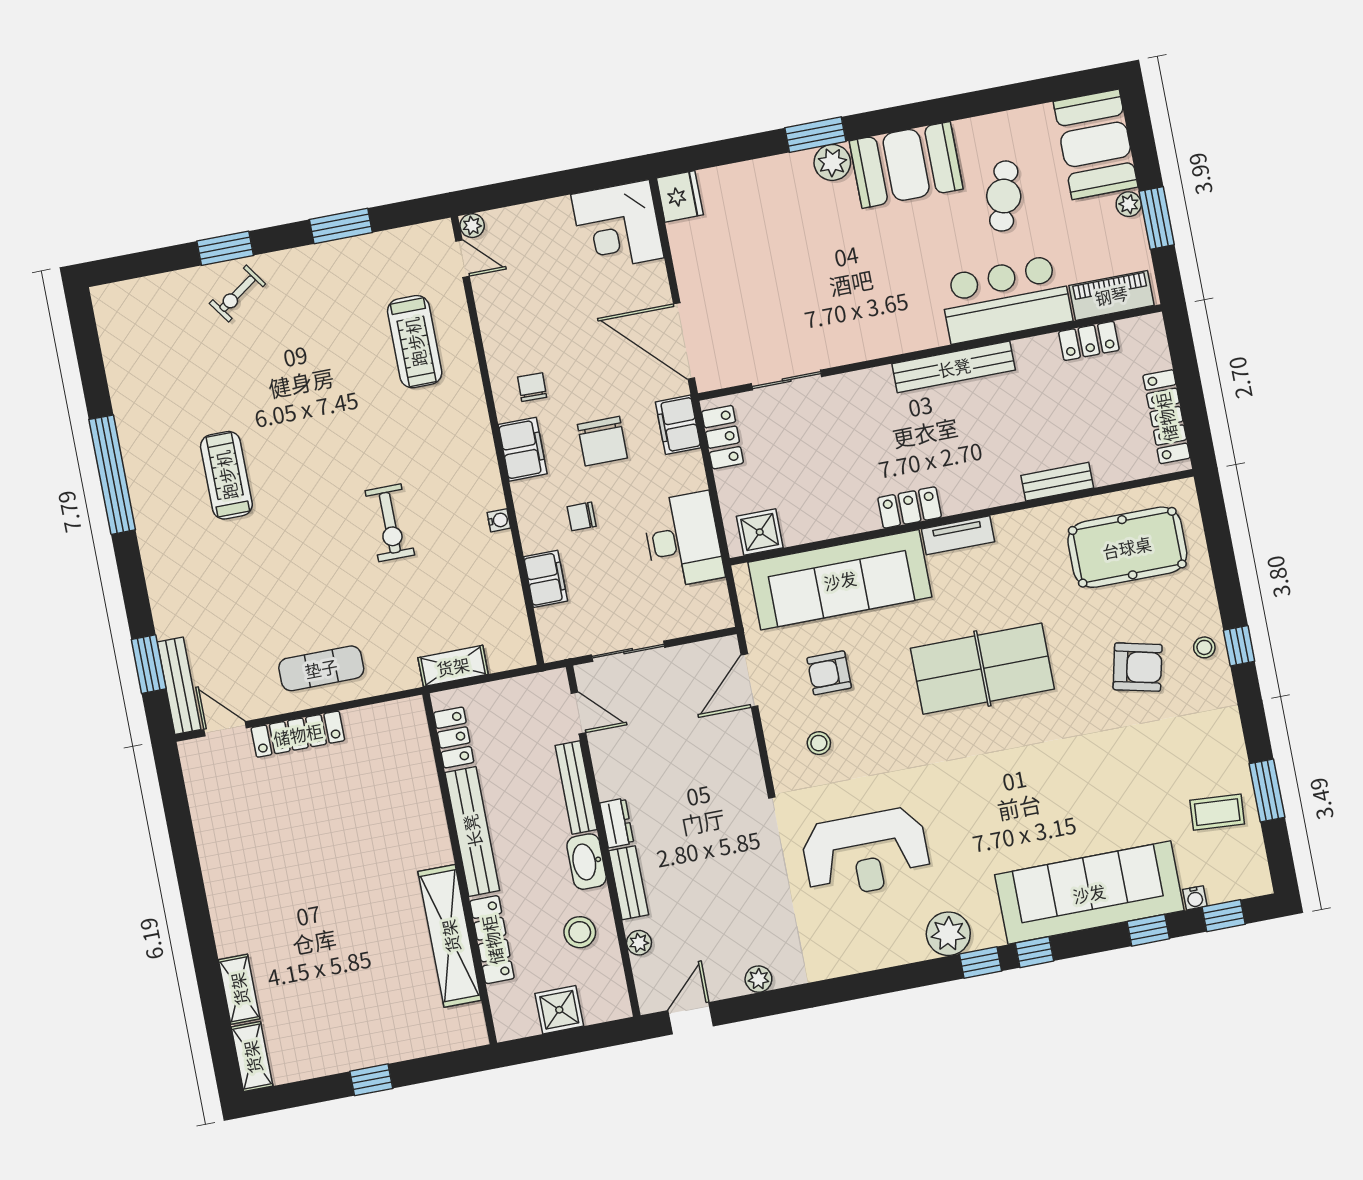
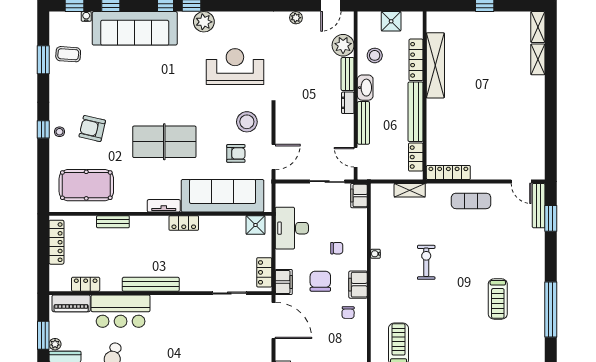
filing cabinet: (546, 579) -> (359, 196), moved
locker: (298, 734) -> (448, 173), moved
stool: (819, 743) -> (247, 122), width x1.89, depth x1.89
plant: (639, 943) -> (343, 45), width x1.88, depth x1.88

